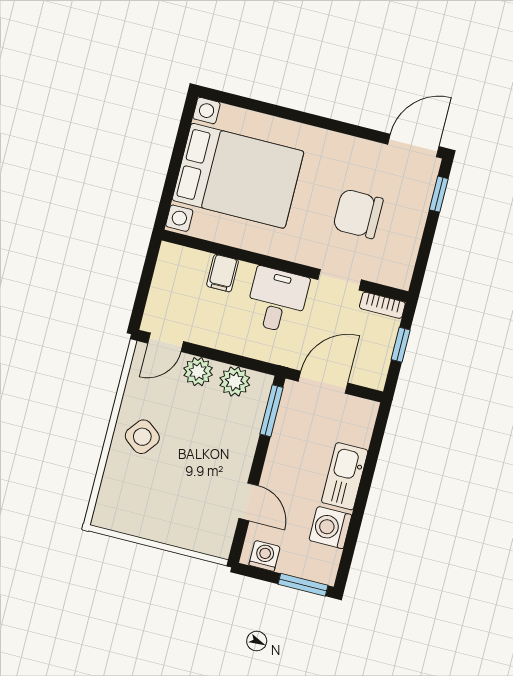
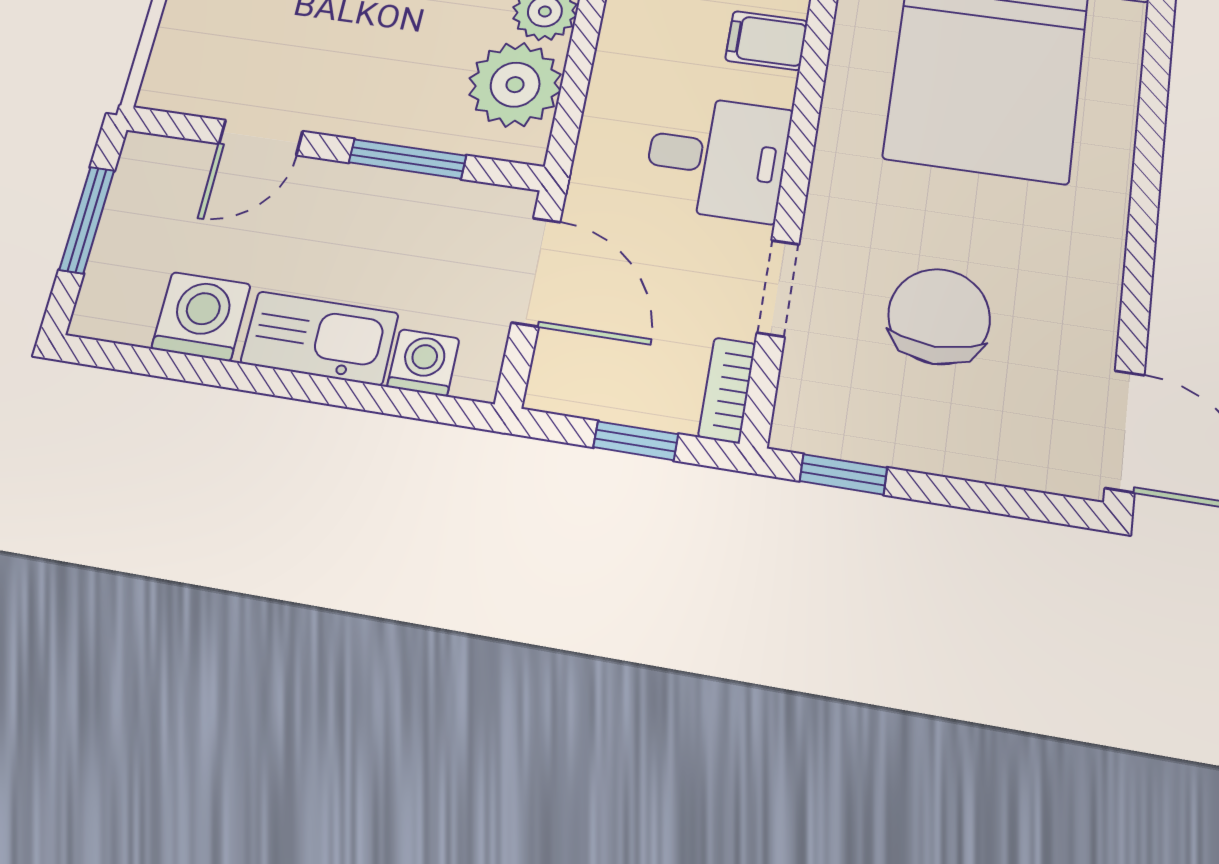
window: (439, 194) -> (843, 474), moved
plant: (235, 381) -> (515, 85), width x1.36, depth x1.36
window: (271, 411) -> (407, 159), moved
washing machine: (264, 556) -> (423, 363), moved, turned -90
window: (303, 585) -> (87, 220), moved

